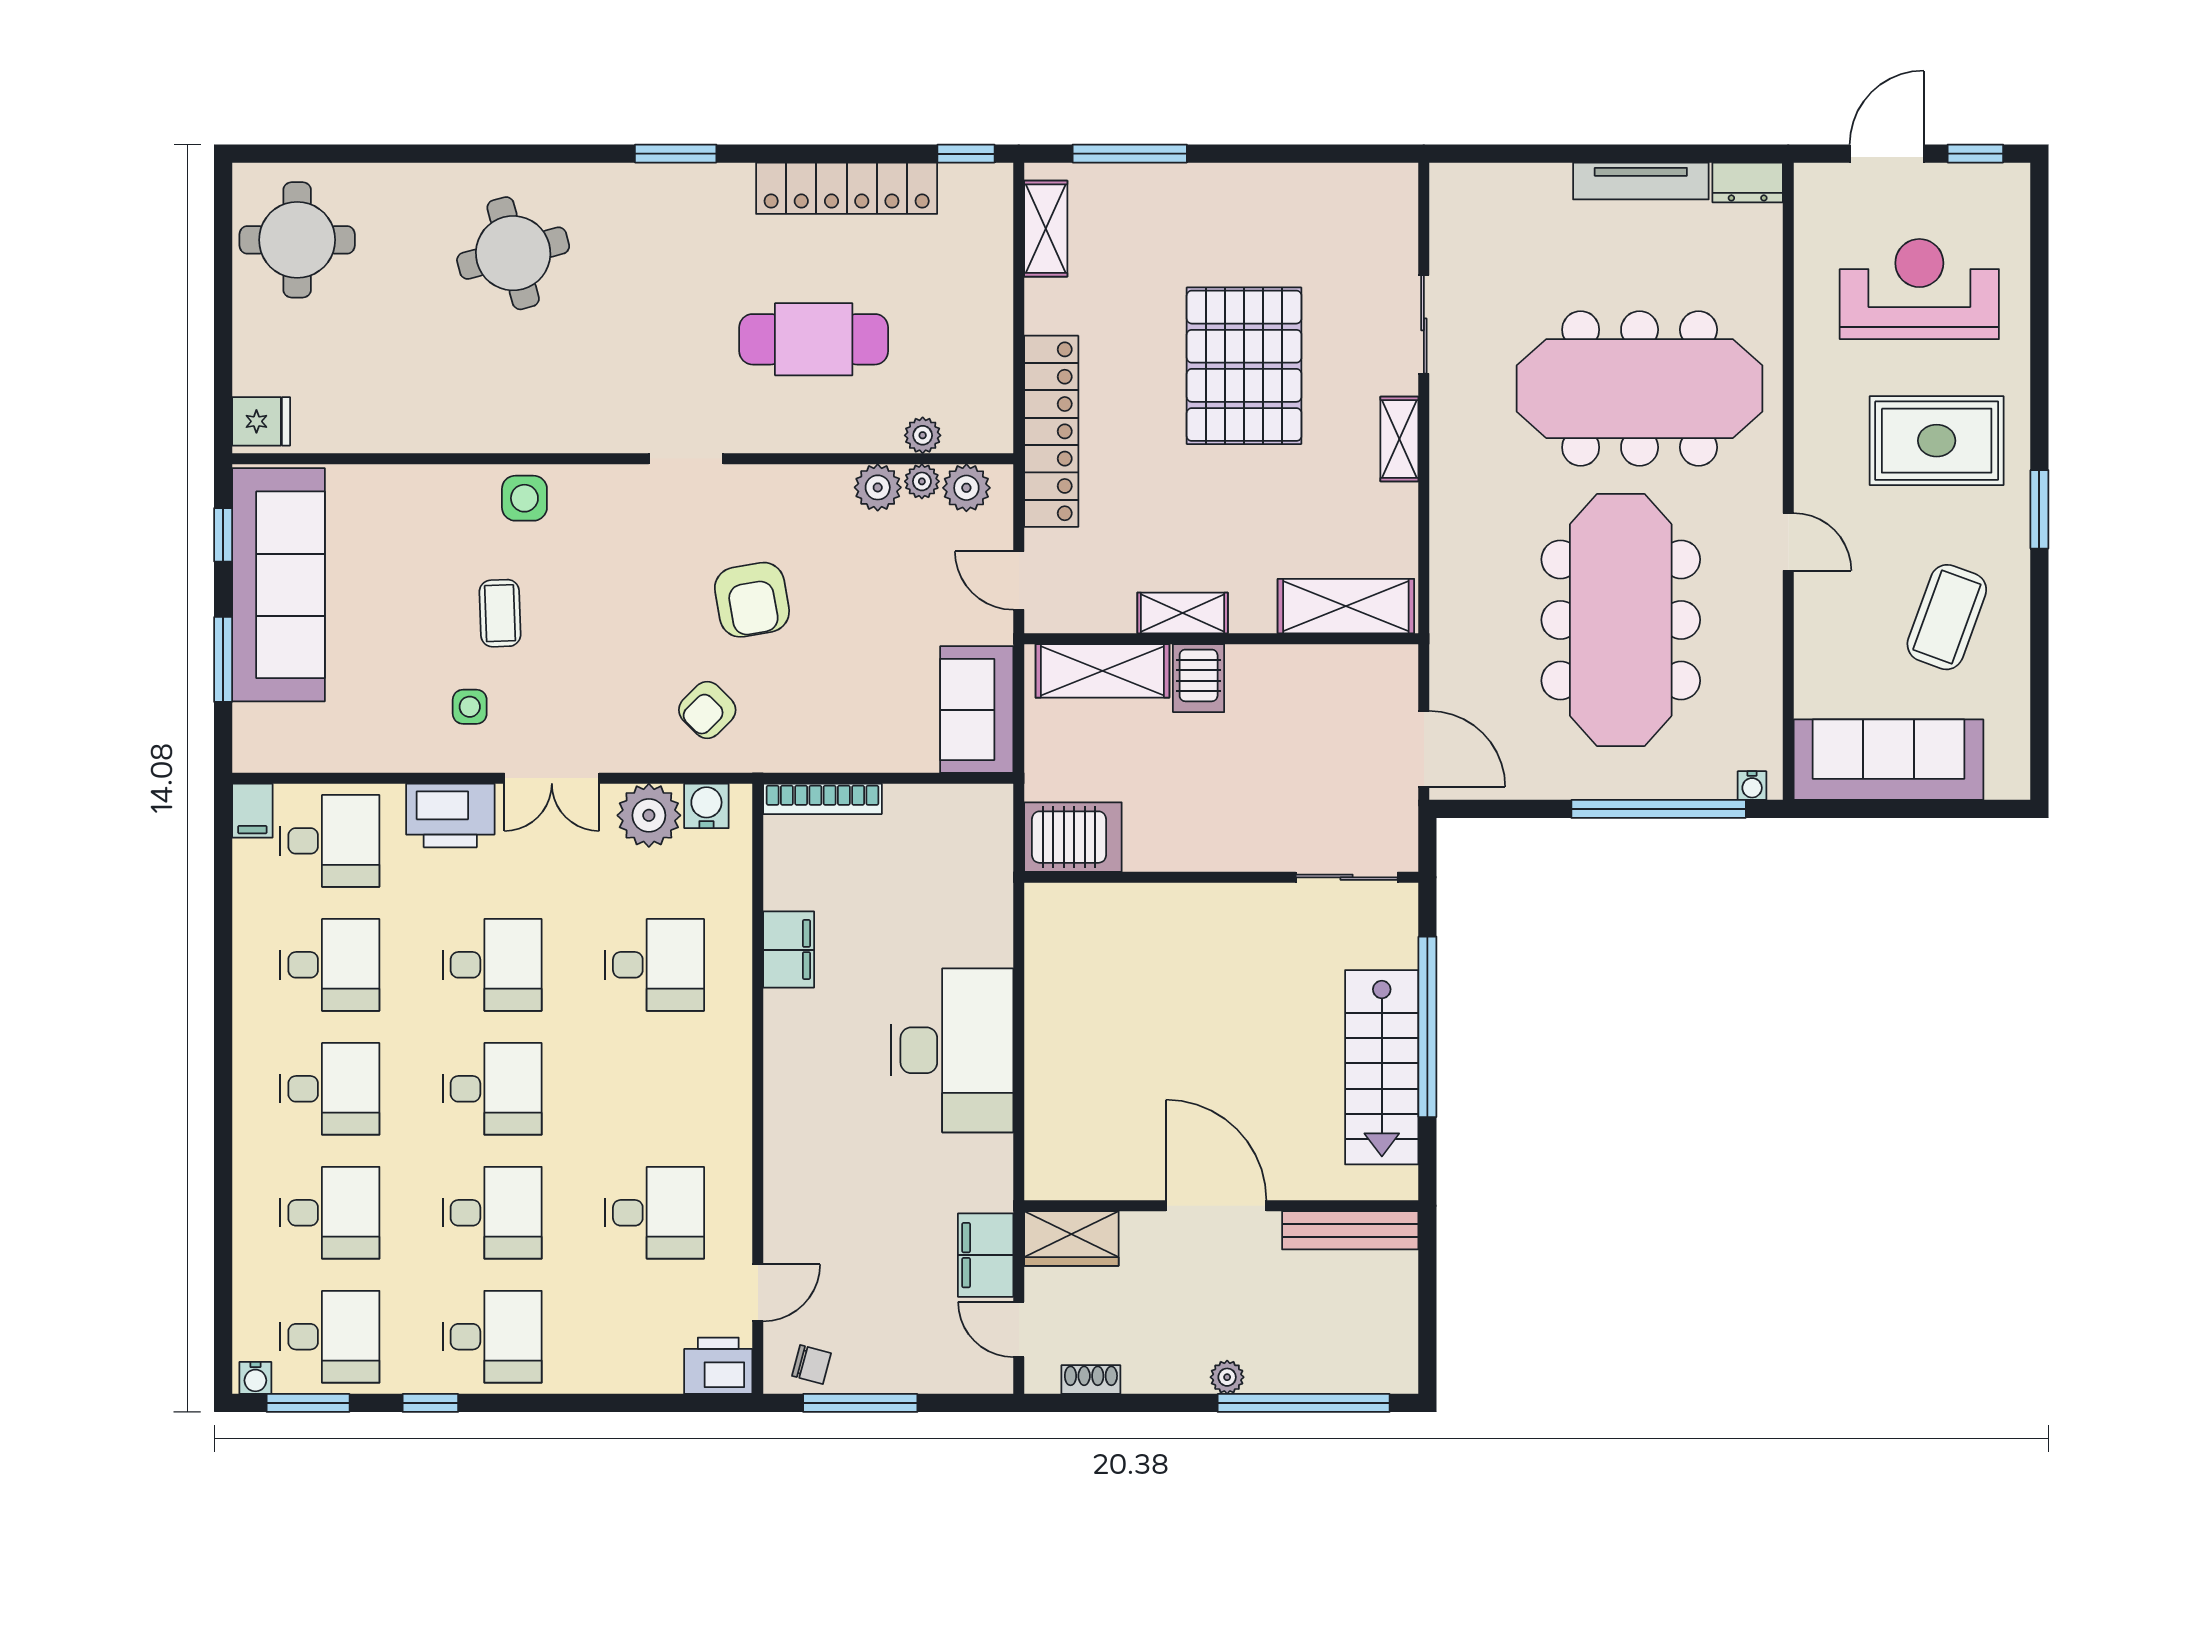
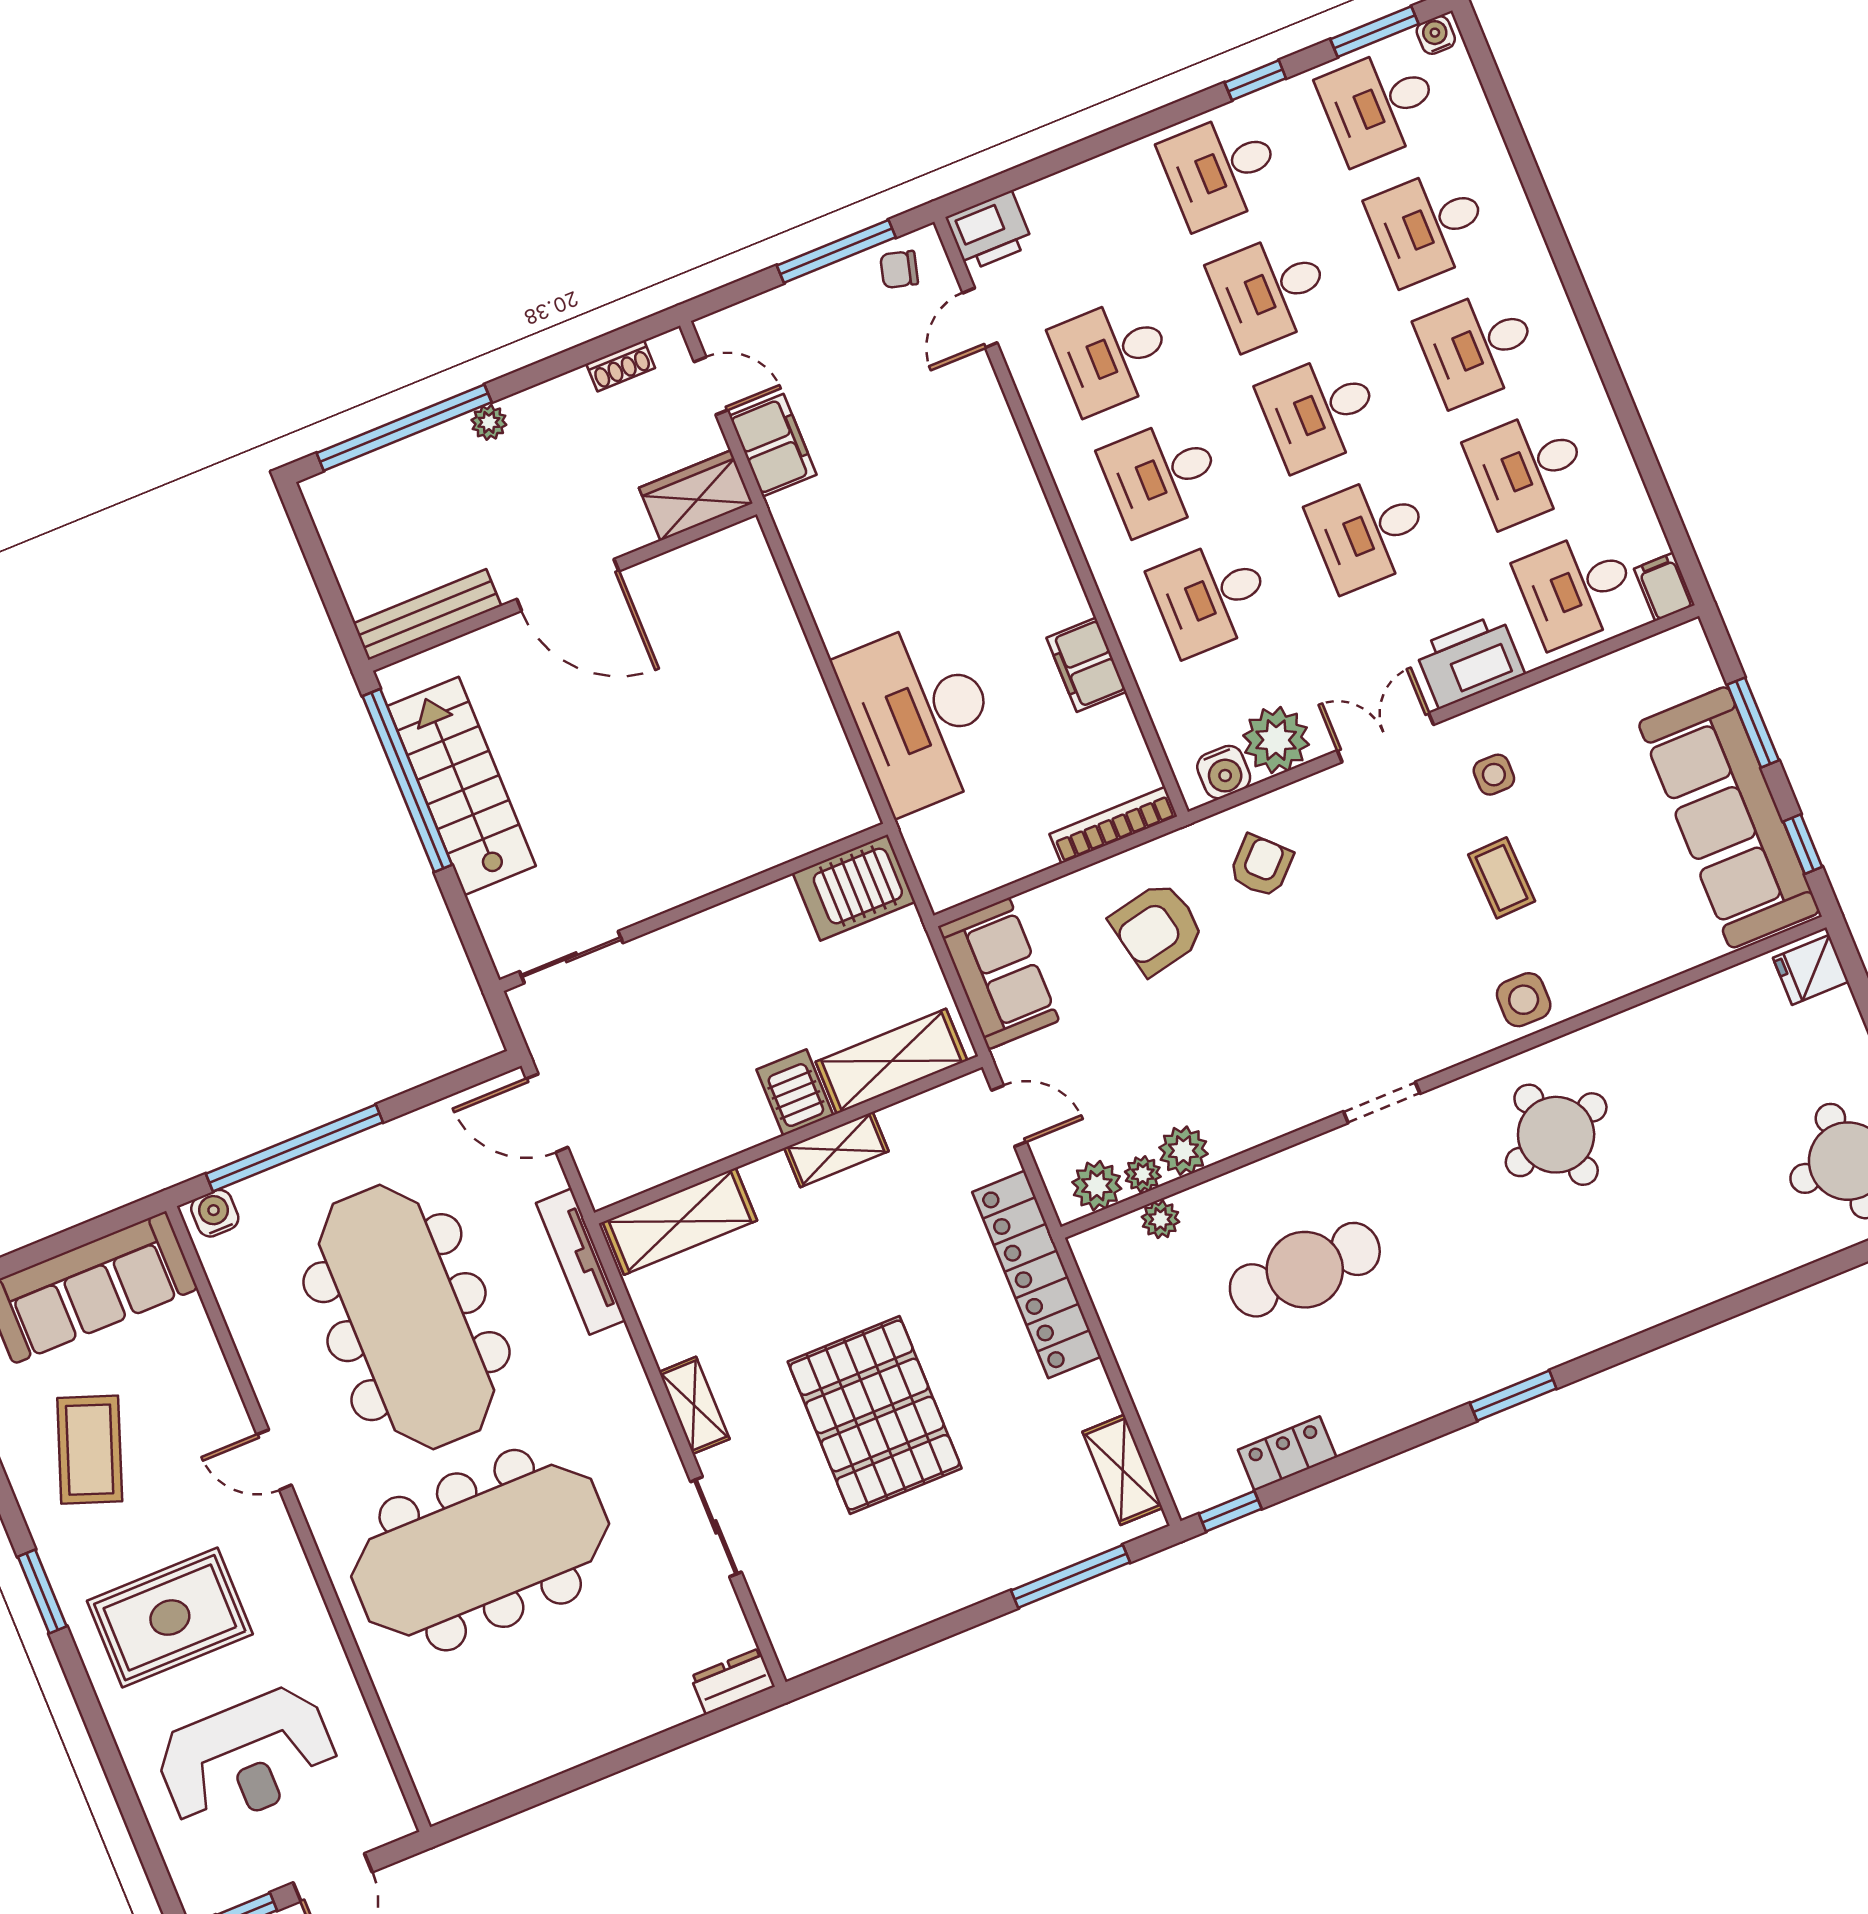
tv unit: (1641, 181) -> (581, 1262), moved, turned -90
dresser: (1748, 182) -> (733, 1681), moved
locker: (847, 188) -> (1287, 1454), width x0.46, depth x0.83
round table: (513, 253) -> (1556, 1135), moved
armchair: (752, 600) -> (1157, 928), moved, turned -92
water cooler: (1752, 786) -> (215, 1213), width x1.38, depth x1.38
window: (1427, 1027) -> (407, 780), moved
desk: (952, 1050) -> (921, 716), moved
desk: (655, 1089) -> (1162, 476), added

